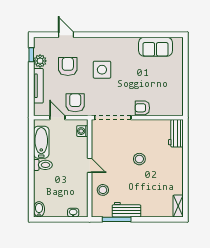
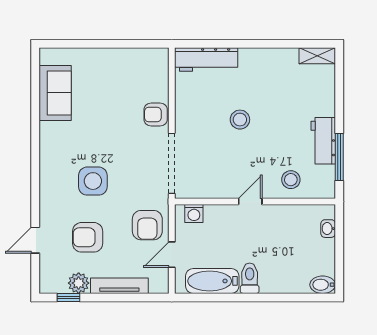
armchair: (75, 103) -> (147, 225), turned -90
armchair: (142, 108) -> (156, 114), turned 90
workbench: (176, 133) -> (206, 59), width x1.38

